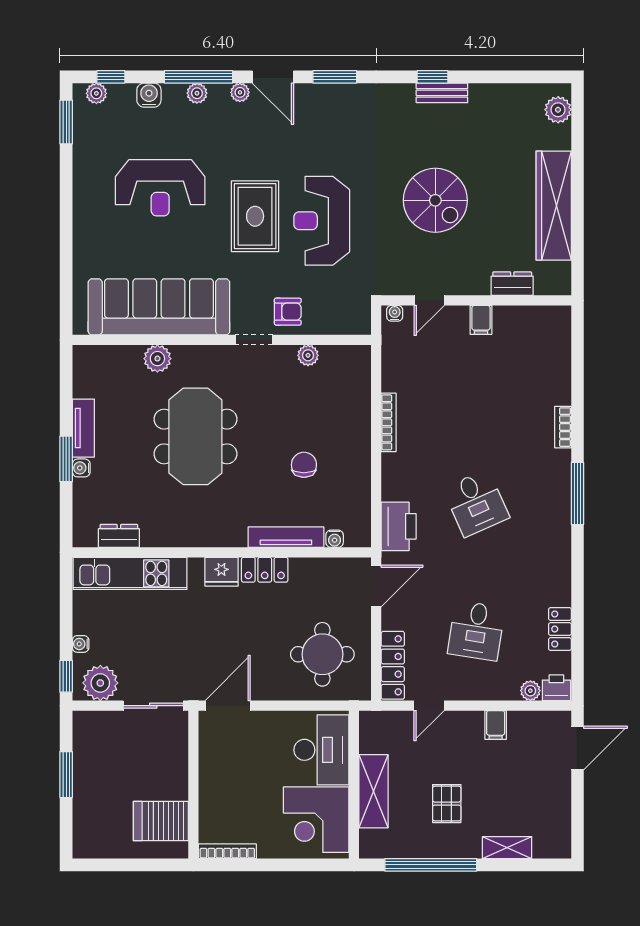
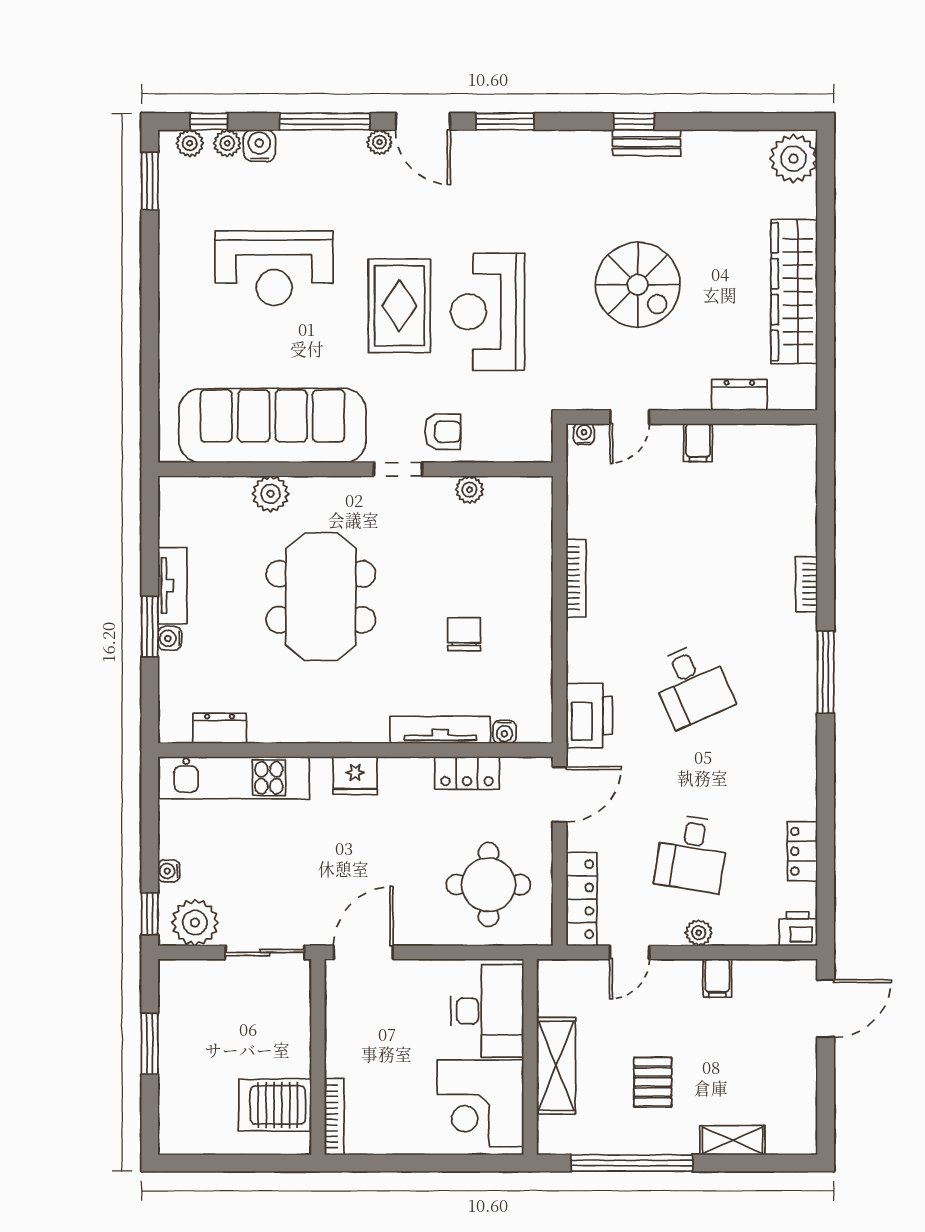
plant: (197, 93) -> (227, 143), moved
plant: (558, 110) -> (793, 159), width x1.36, depth x1.36
locker: (265, 570) -> (467, 773), moved
plant: (530, 691) -> (699, 933), moved
bookcase: (227, 851) -> (334, 1117), moved, turned 90

